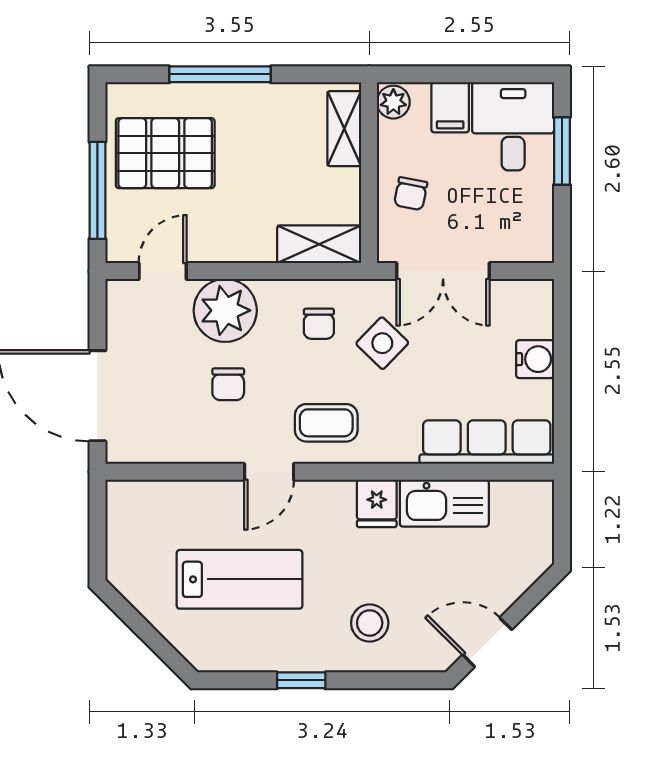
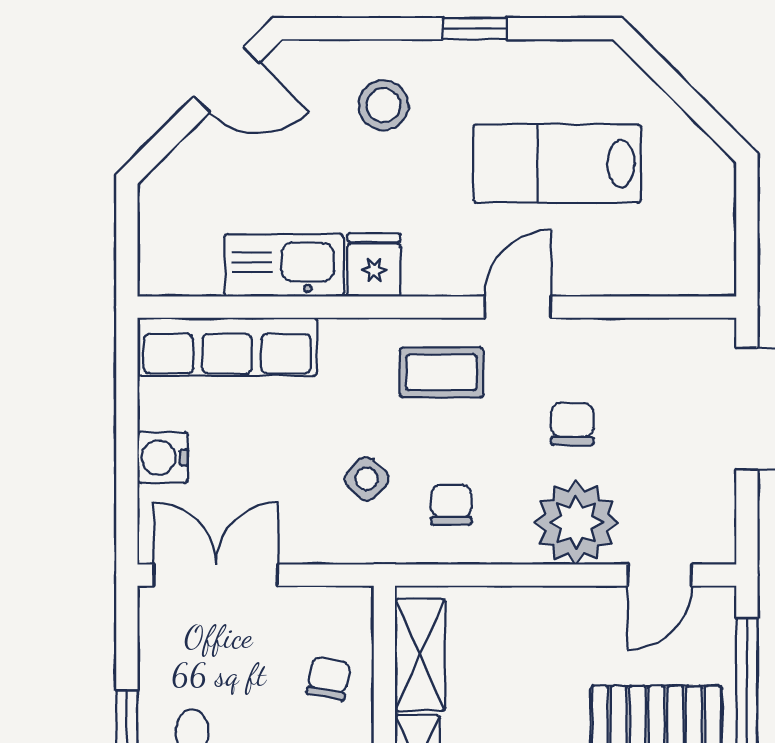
shelving: (319, 244) -> (420, 655), moved, turned 90
double door: (443, 271) -> (216, 575), moved
side table: (382, 343) -> (367, 479), width x0.73, depth x0.73

